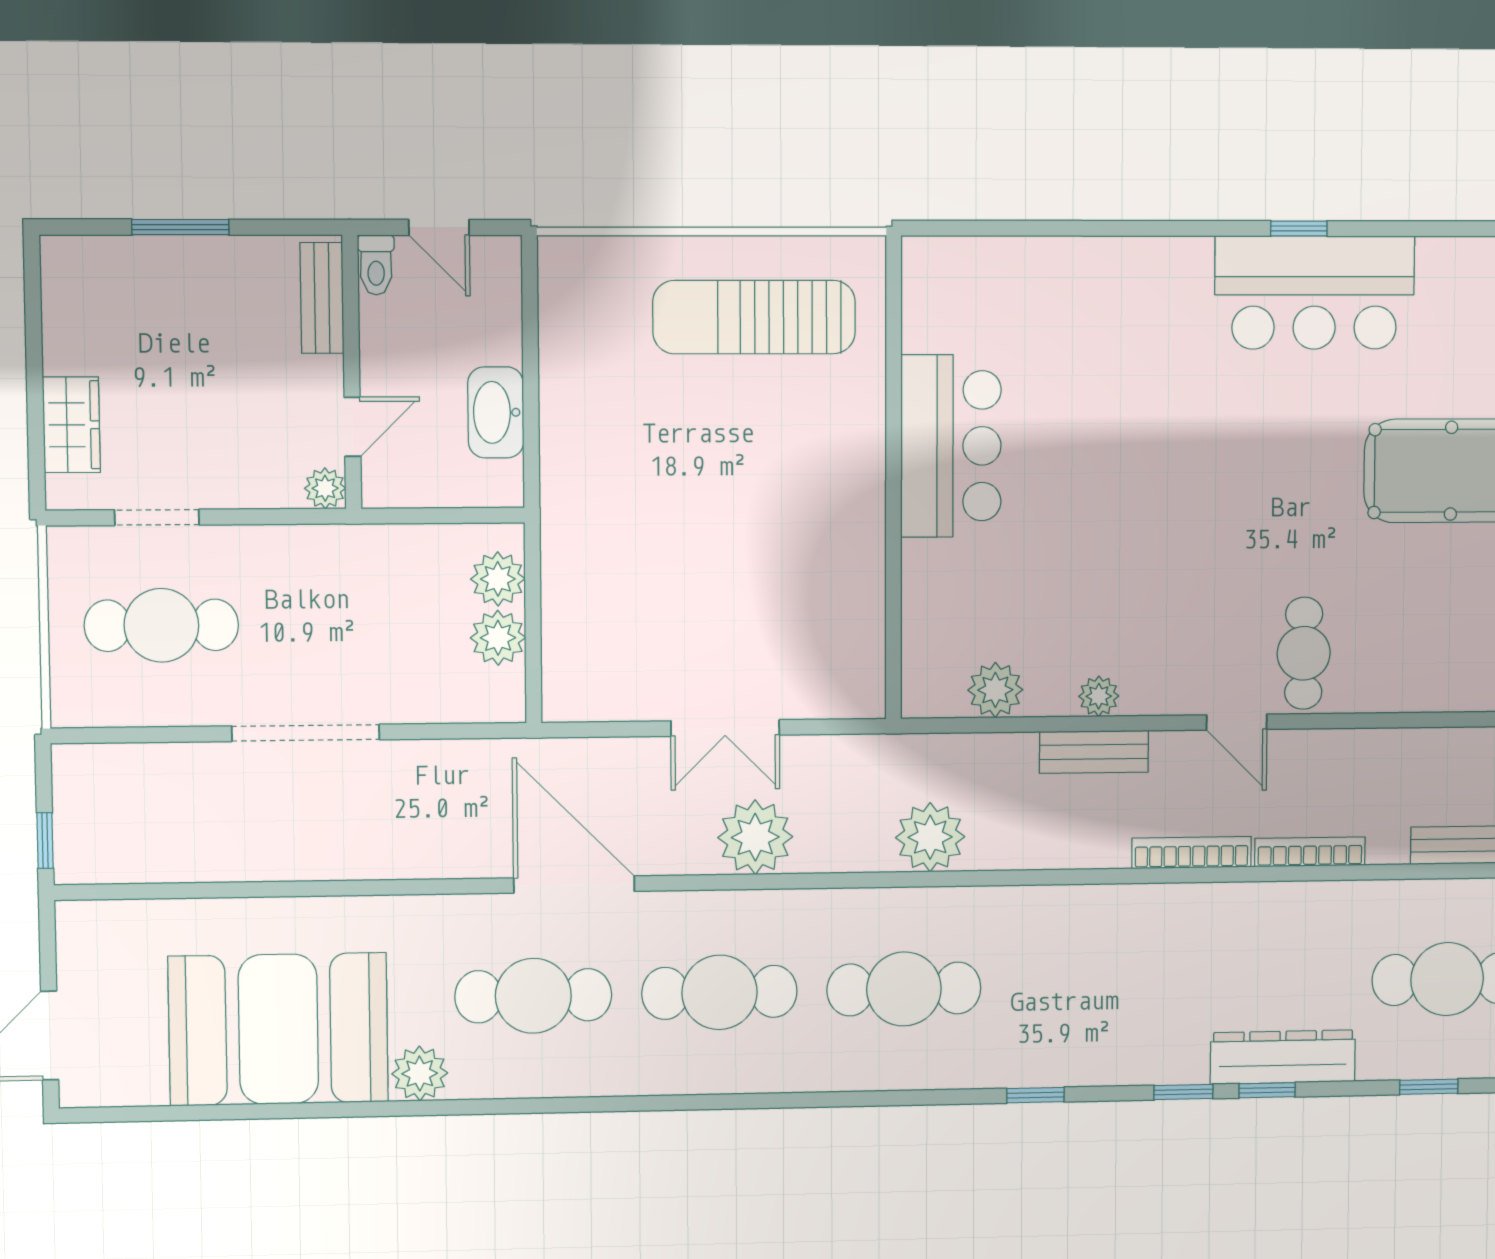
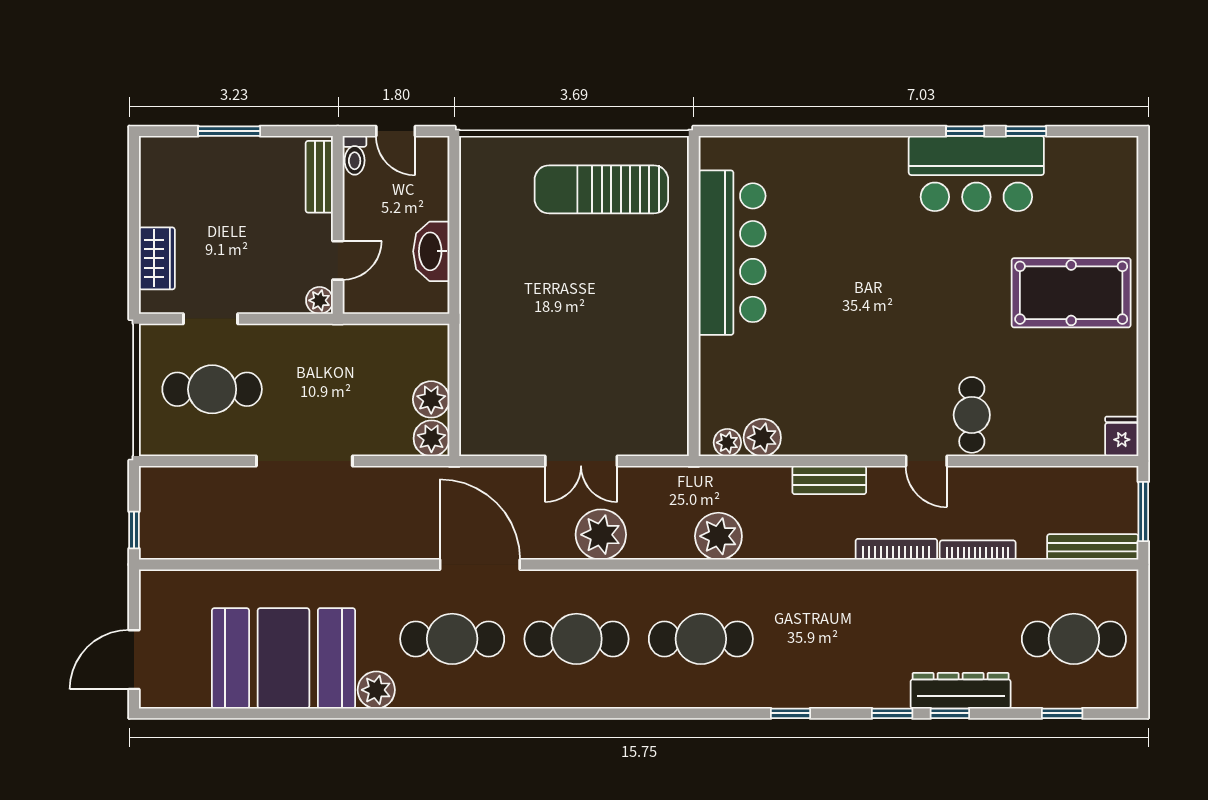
window: (1388, 229) -> (1026, 131), added
bar counter: (951, 446) -> (732, 253), width x1.36
plant: (498, 579) -> (431, 438), moved
plant: (1099, 696) -> (727, 443), moved

